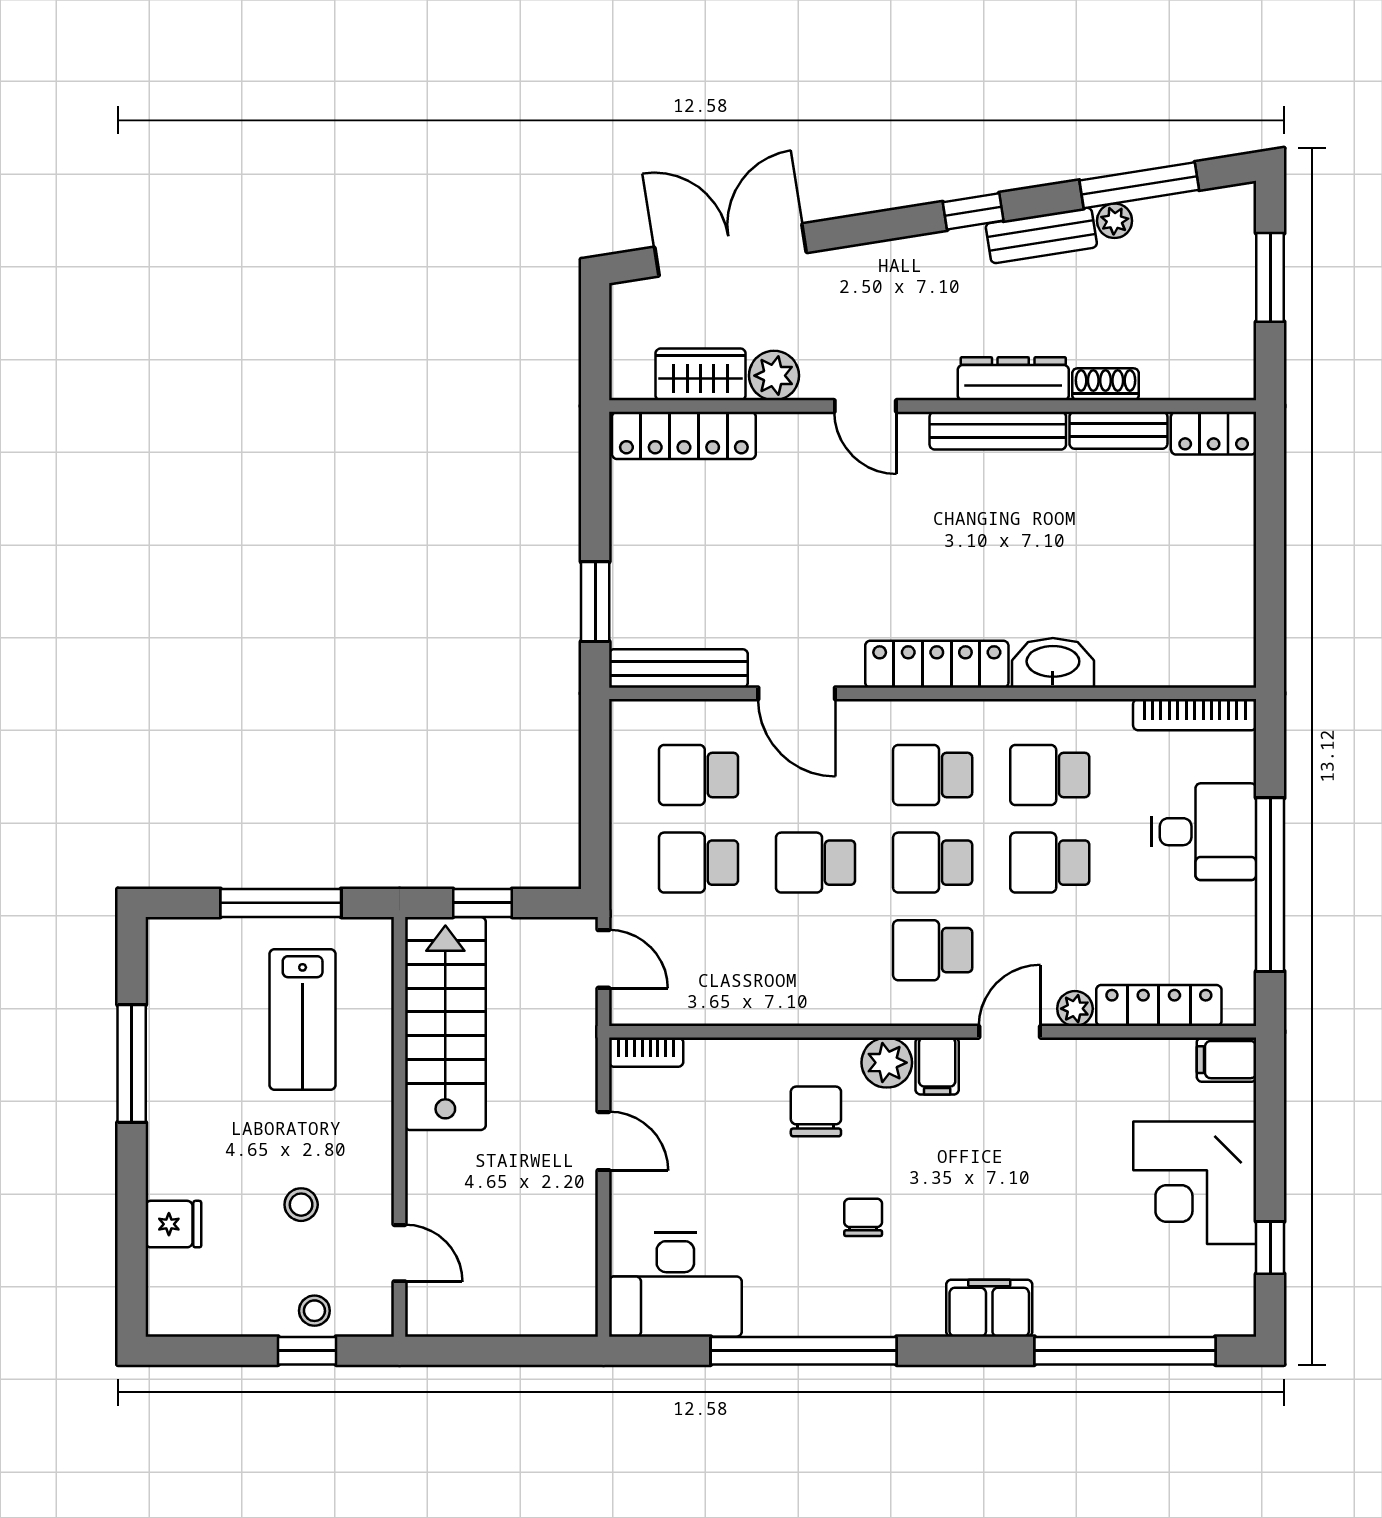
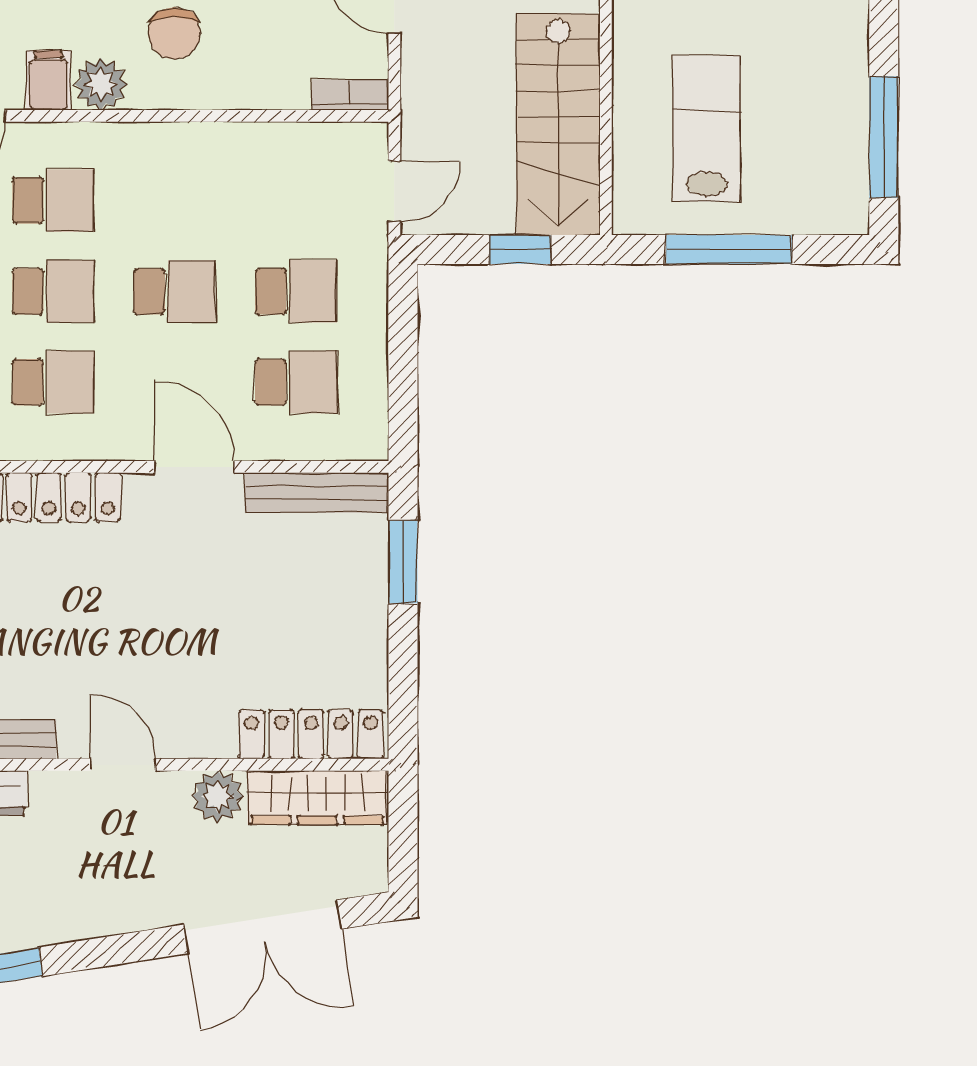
wardrobe: (701, 374) -> (317, 797), width x1.50
door: (603, 959) -> (394, 191), swing flipped
window: (132, 1064) -> (884, 137), moved

